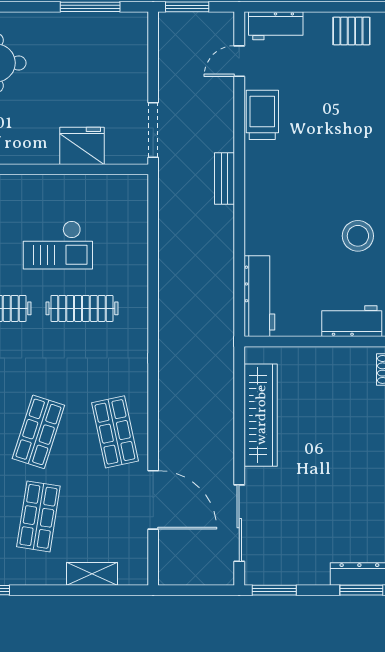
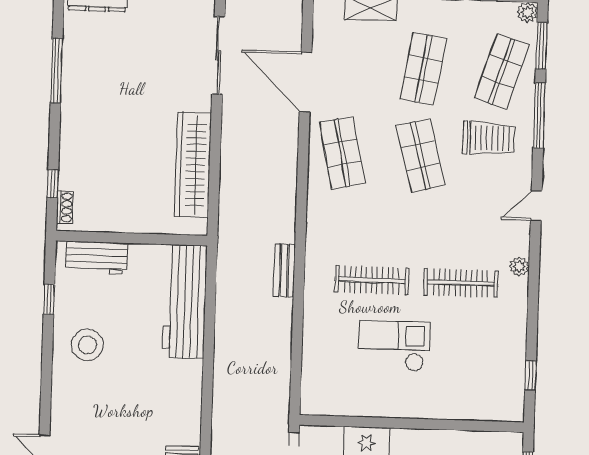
bench: (225, 178) -> (284, 270), moved
workbench: (259, 296) -> (185, 302), width x1.36, depth x1.32
shop shelf: (38, 432) -> (420, 155), turned -33

